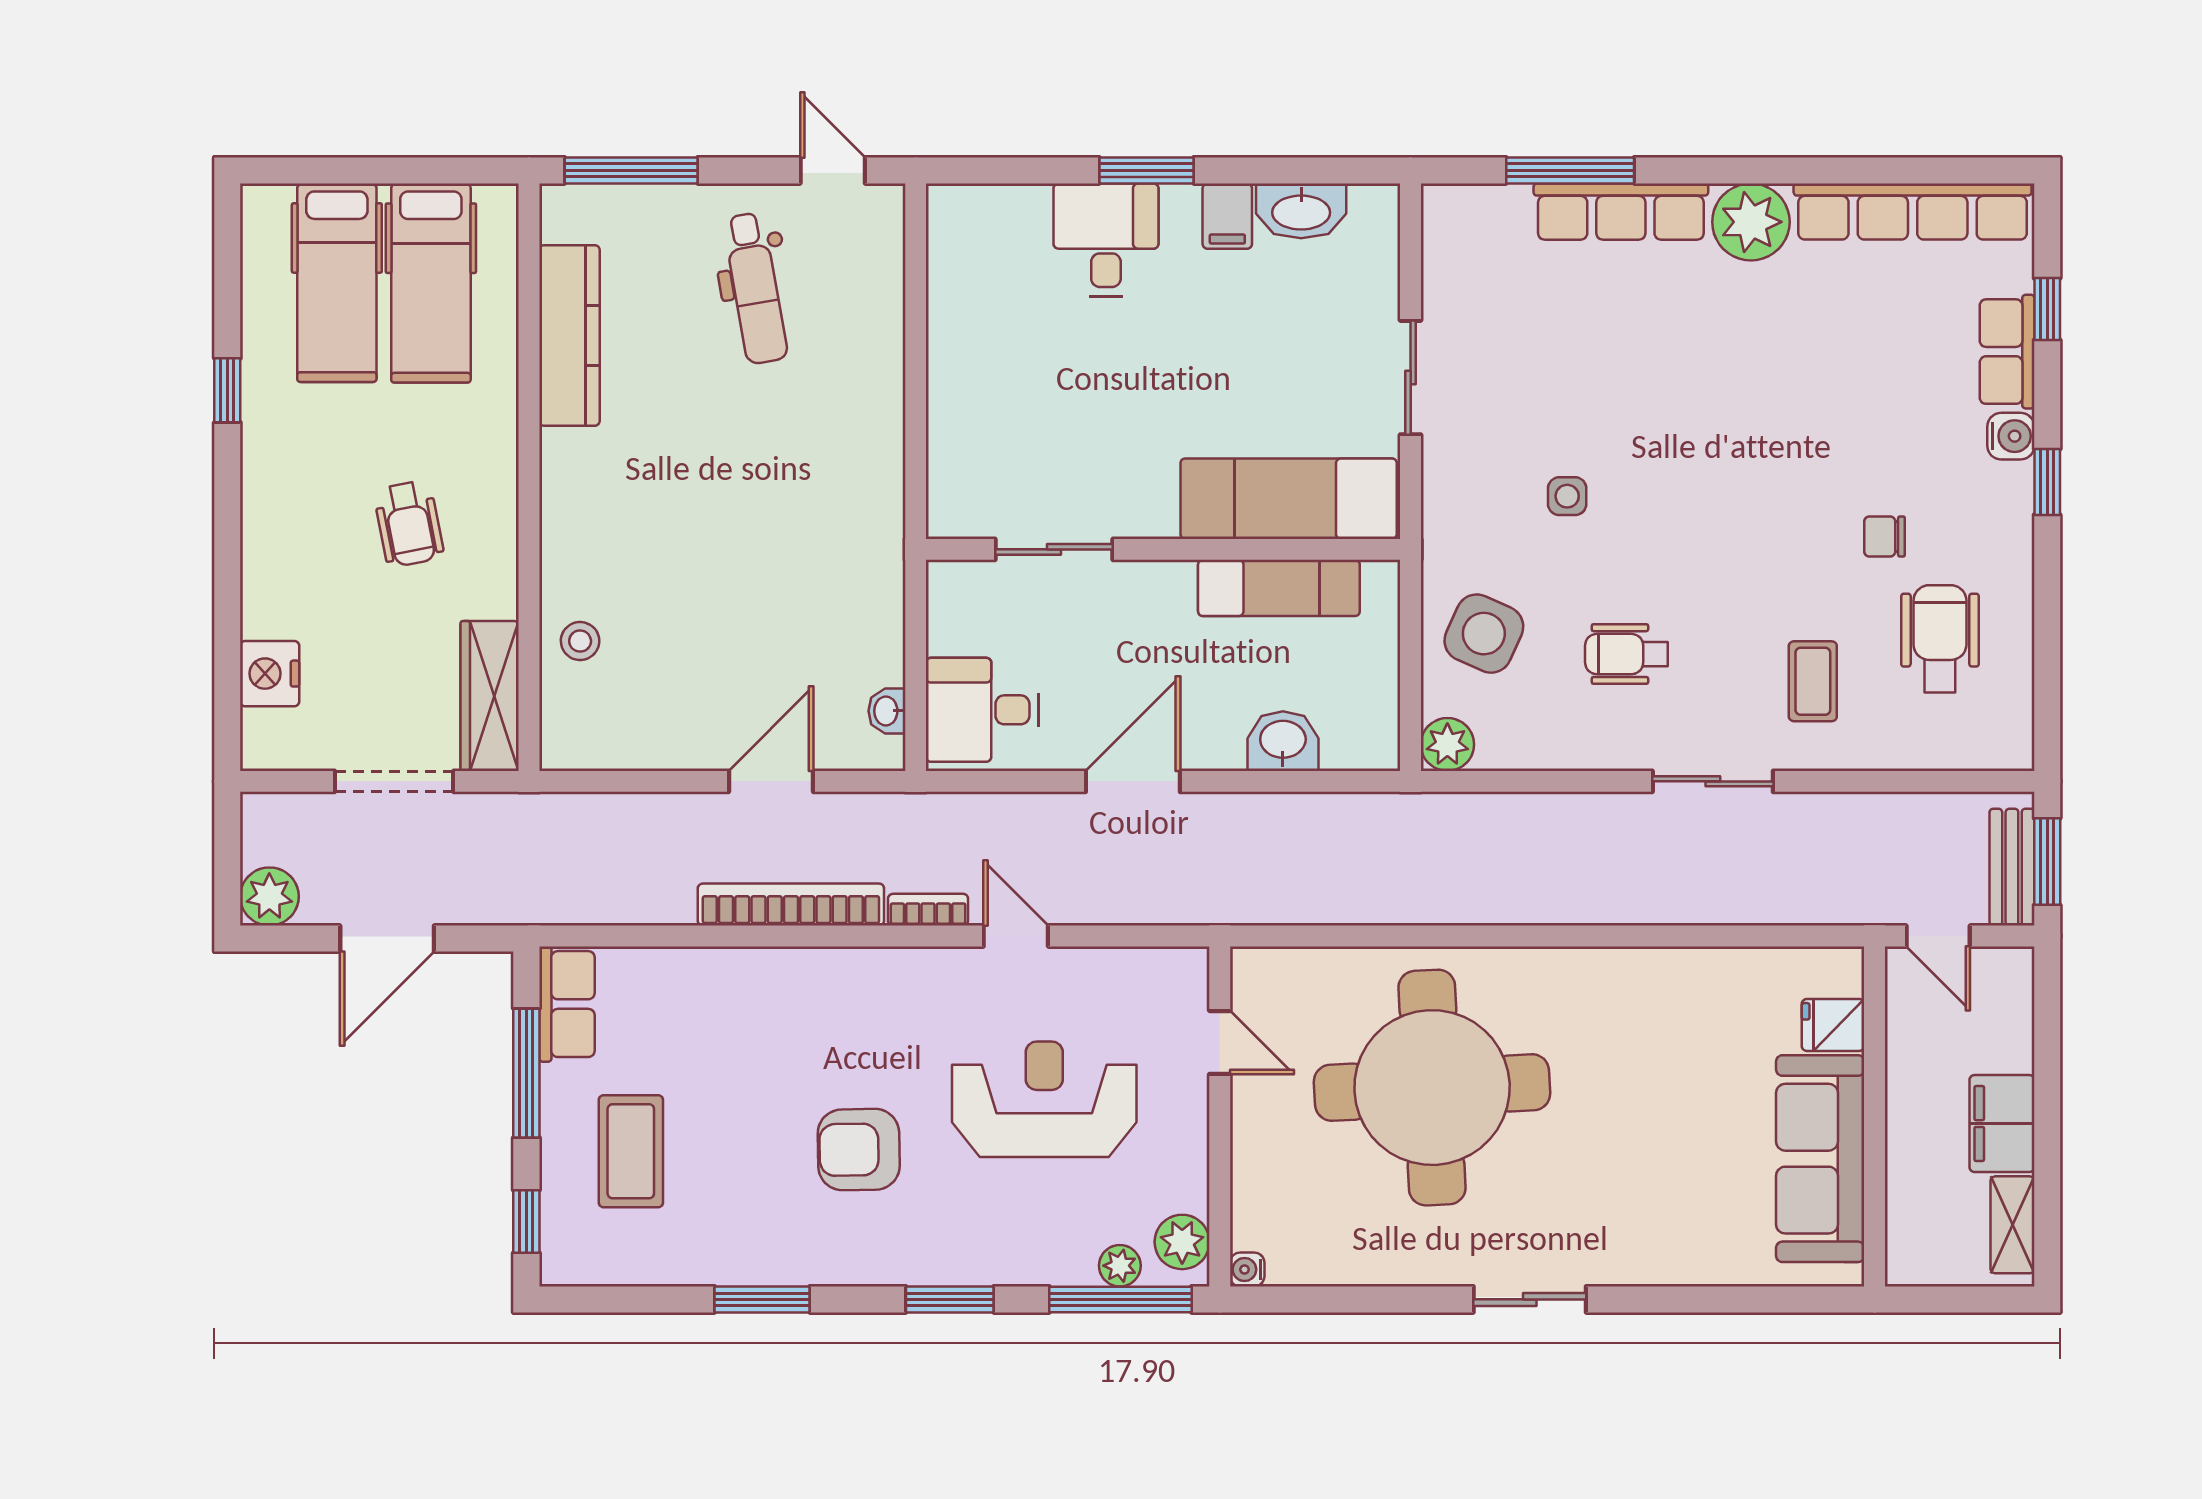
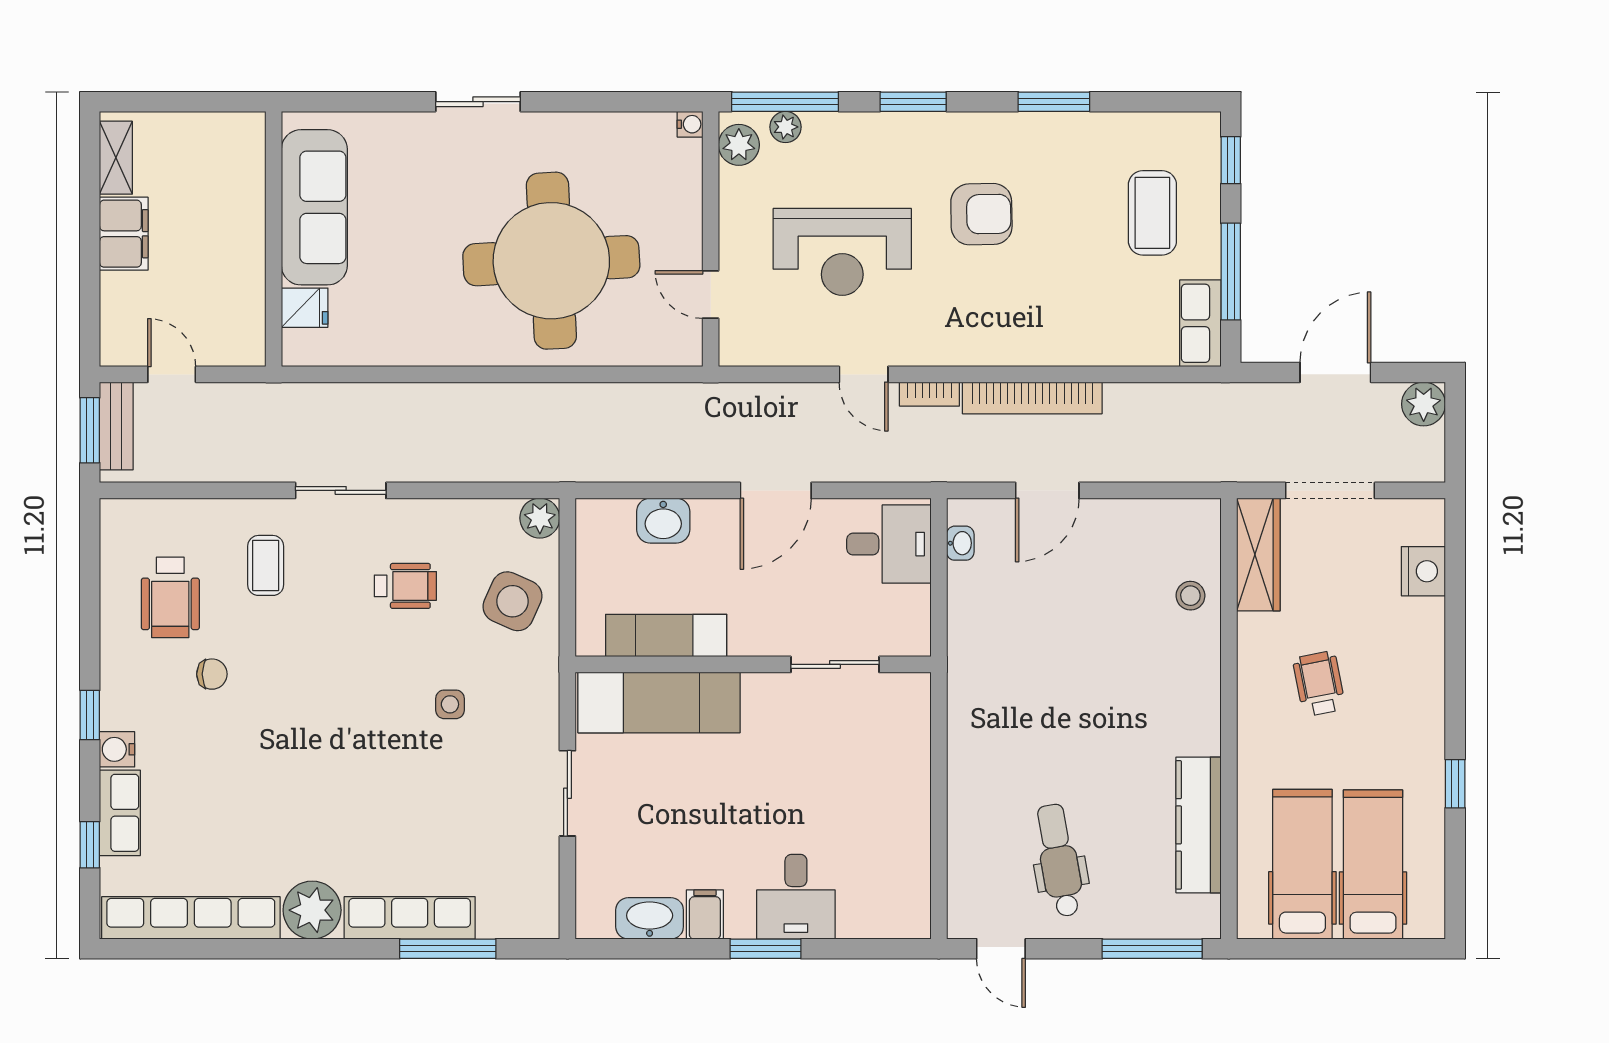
fridge: (1833, 1025) -> (305, 308), moved
wall: (1874, 1116) -> (274, 239), moved
sofa: (1820, 1159) -> (314, 207), moved

